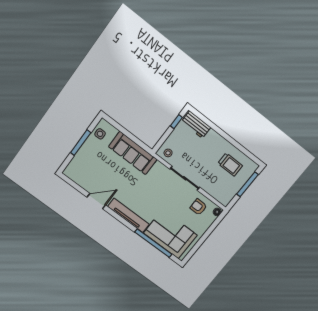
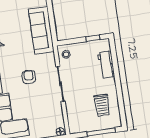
workbench: (196, 125) -> (106, 65), moved
armchair: (198, 207) -> (29, 77), moved

